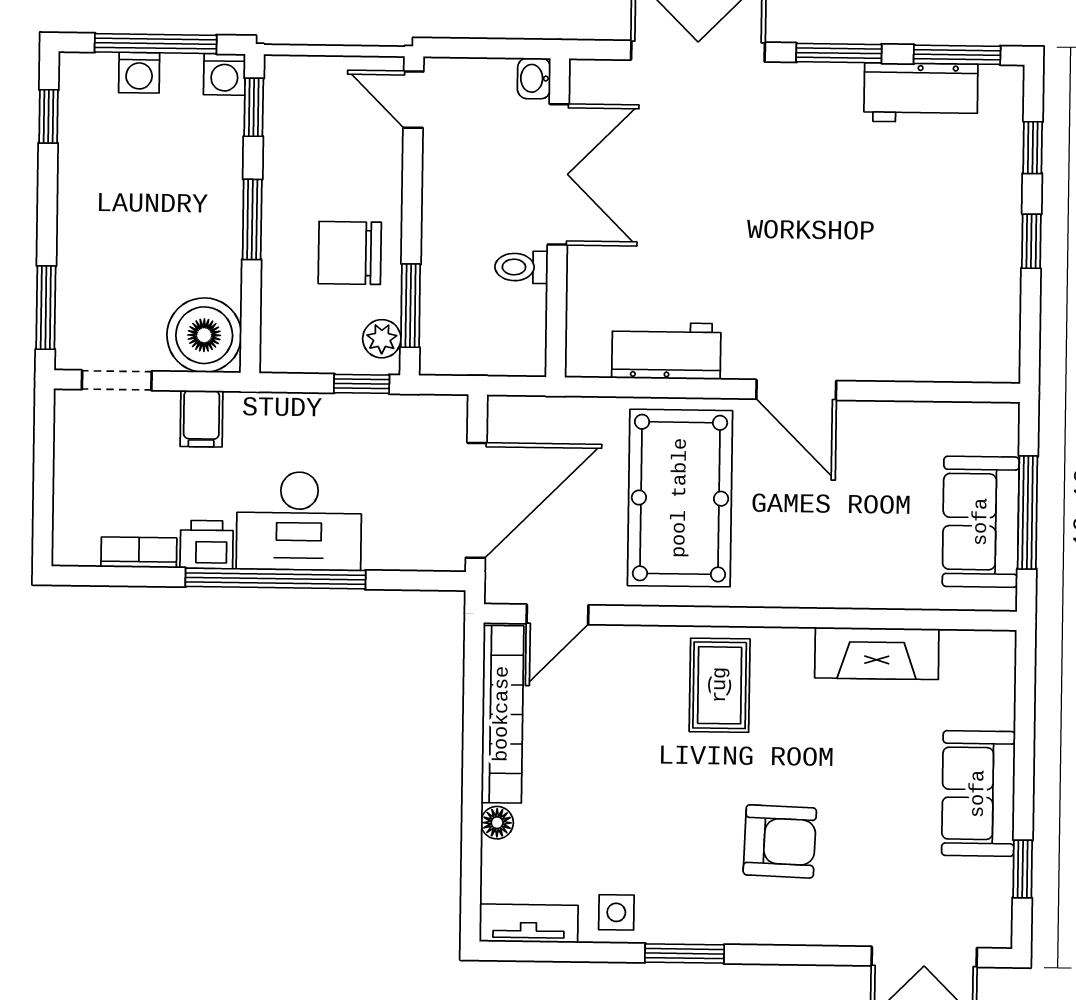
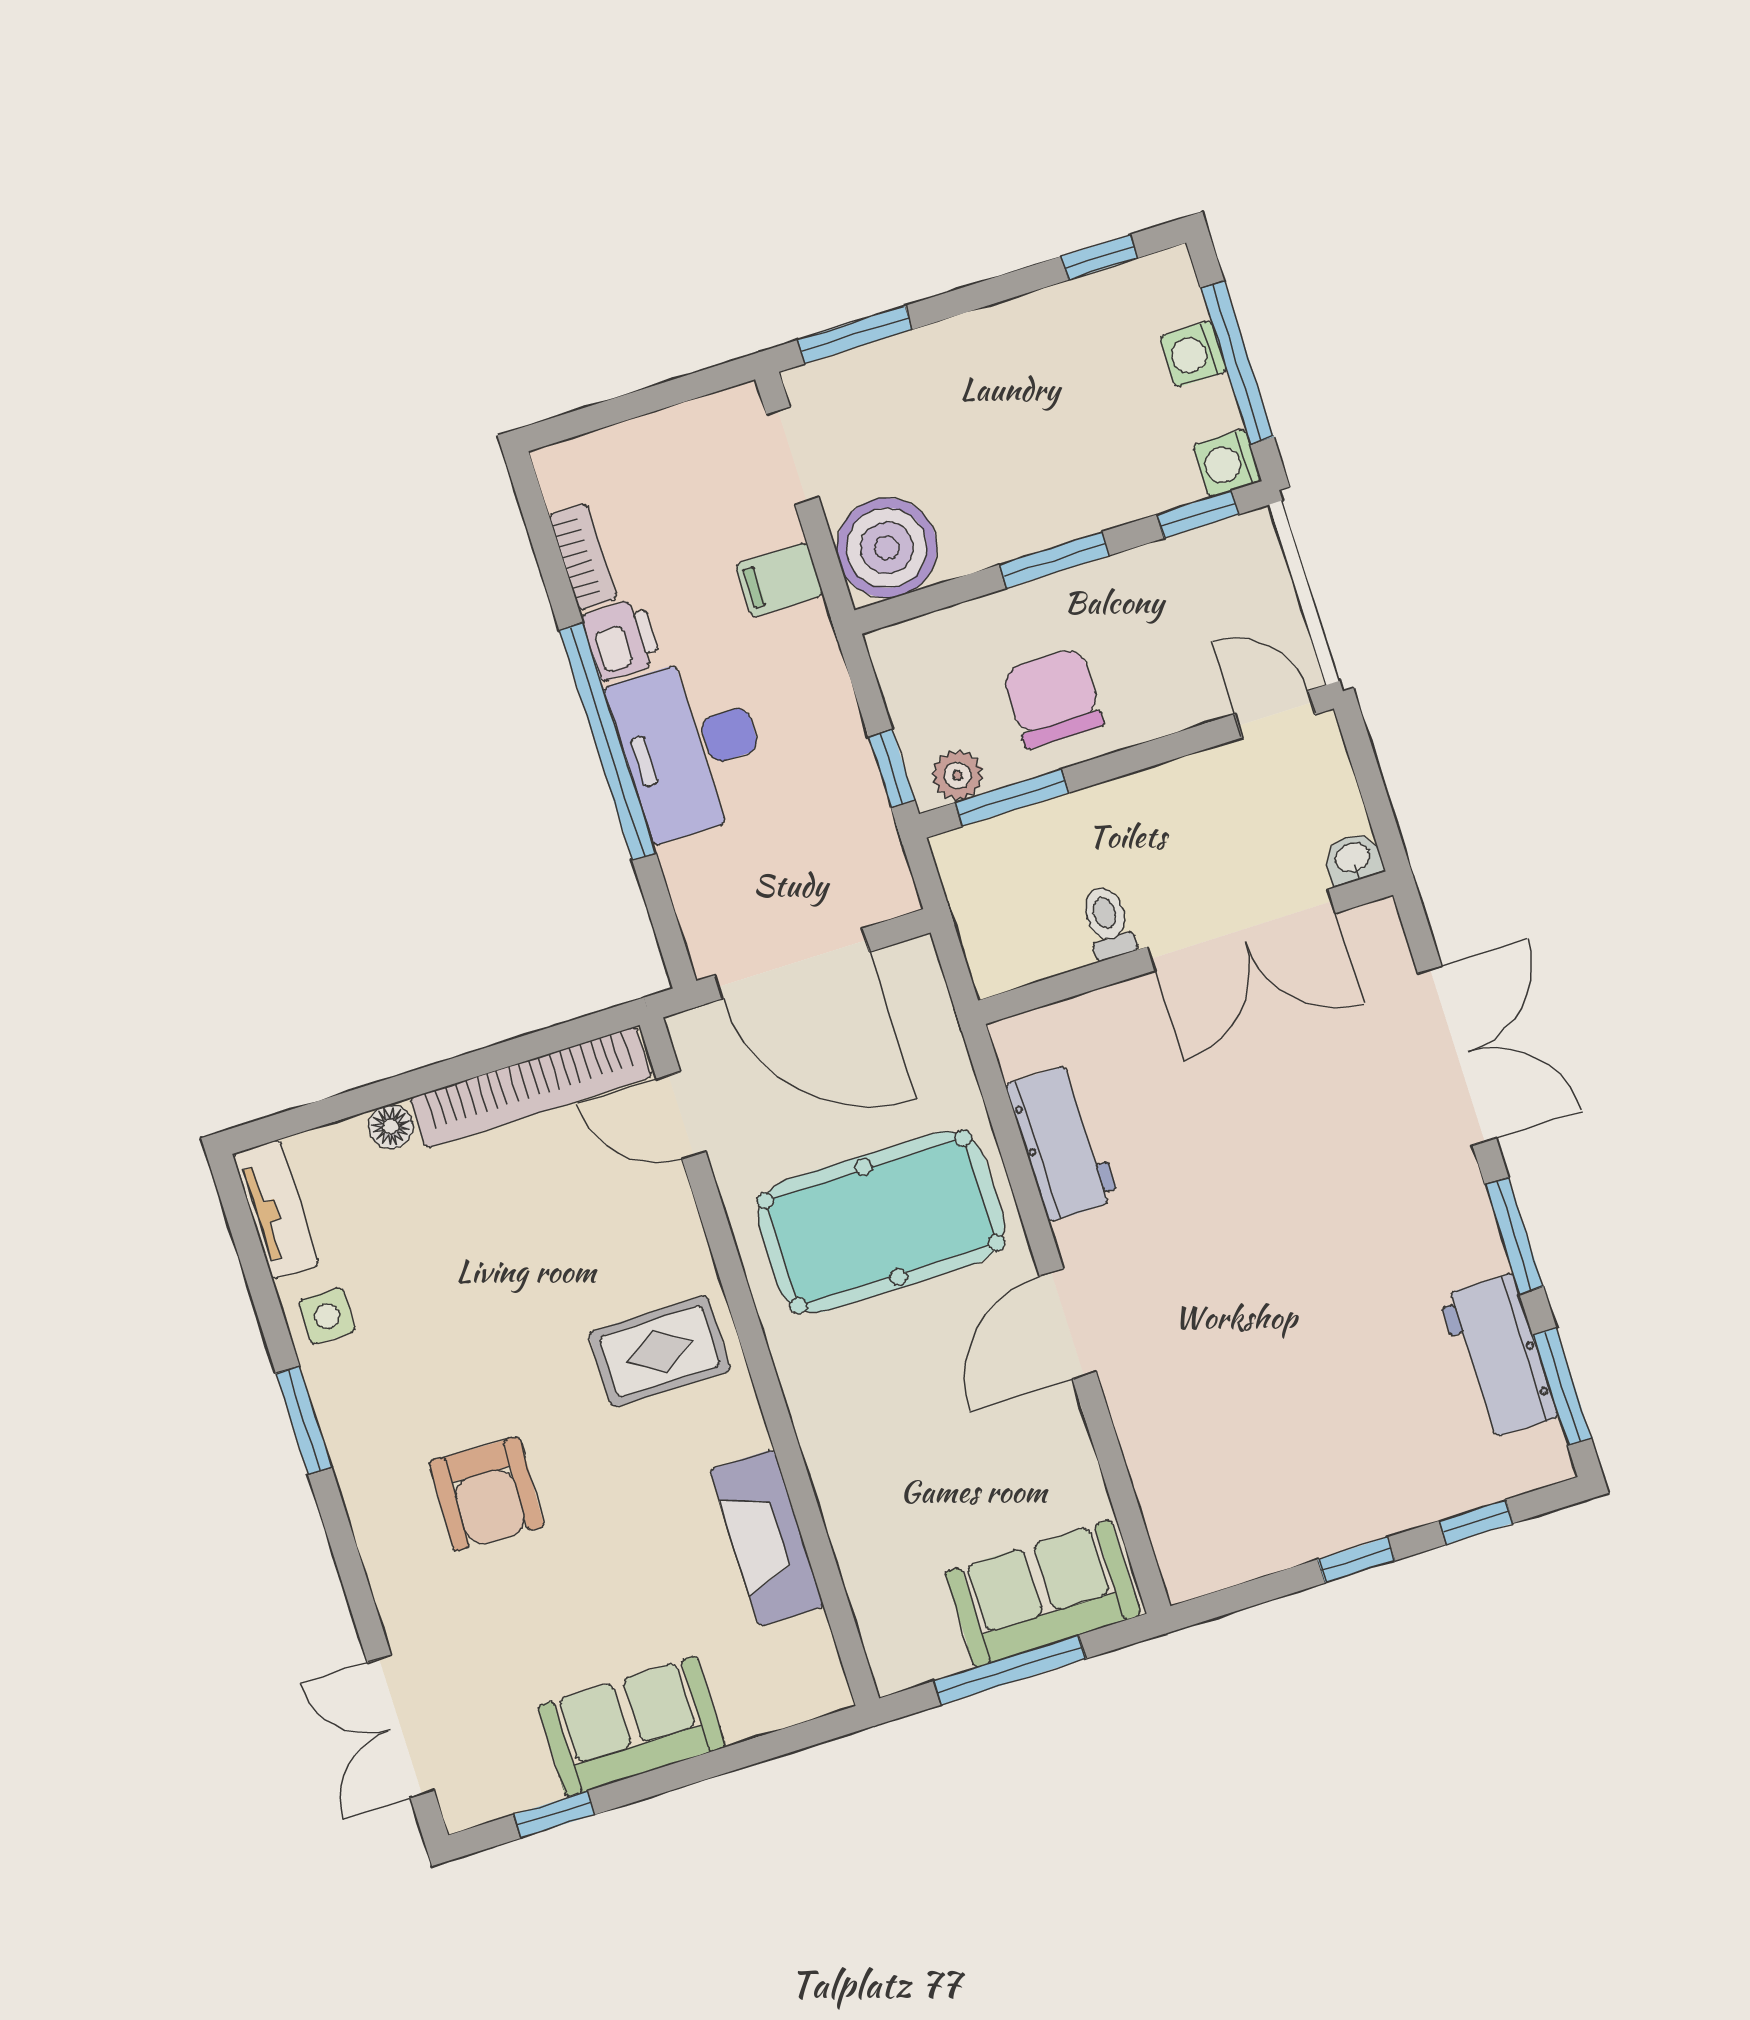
door: (413, 100) -> (1275, 714), hinge flipped
sofa: (981, 522) -> (1043, 1594), moved

